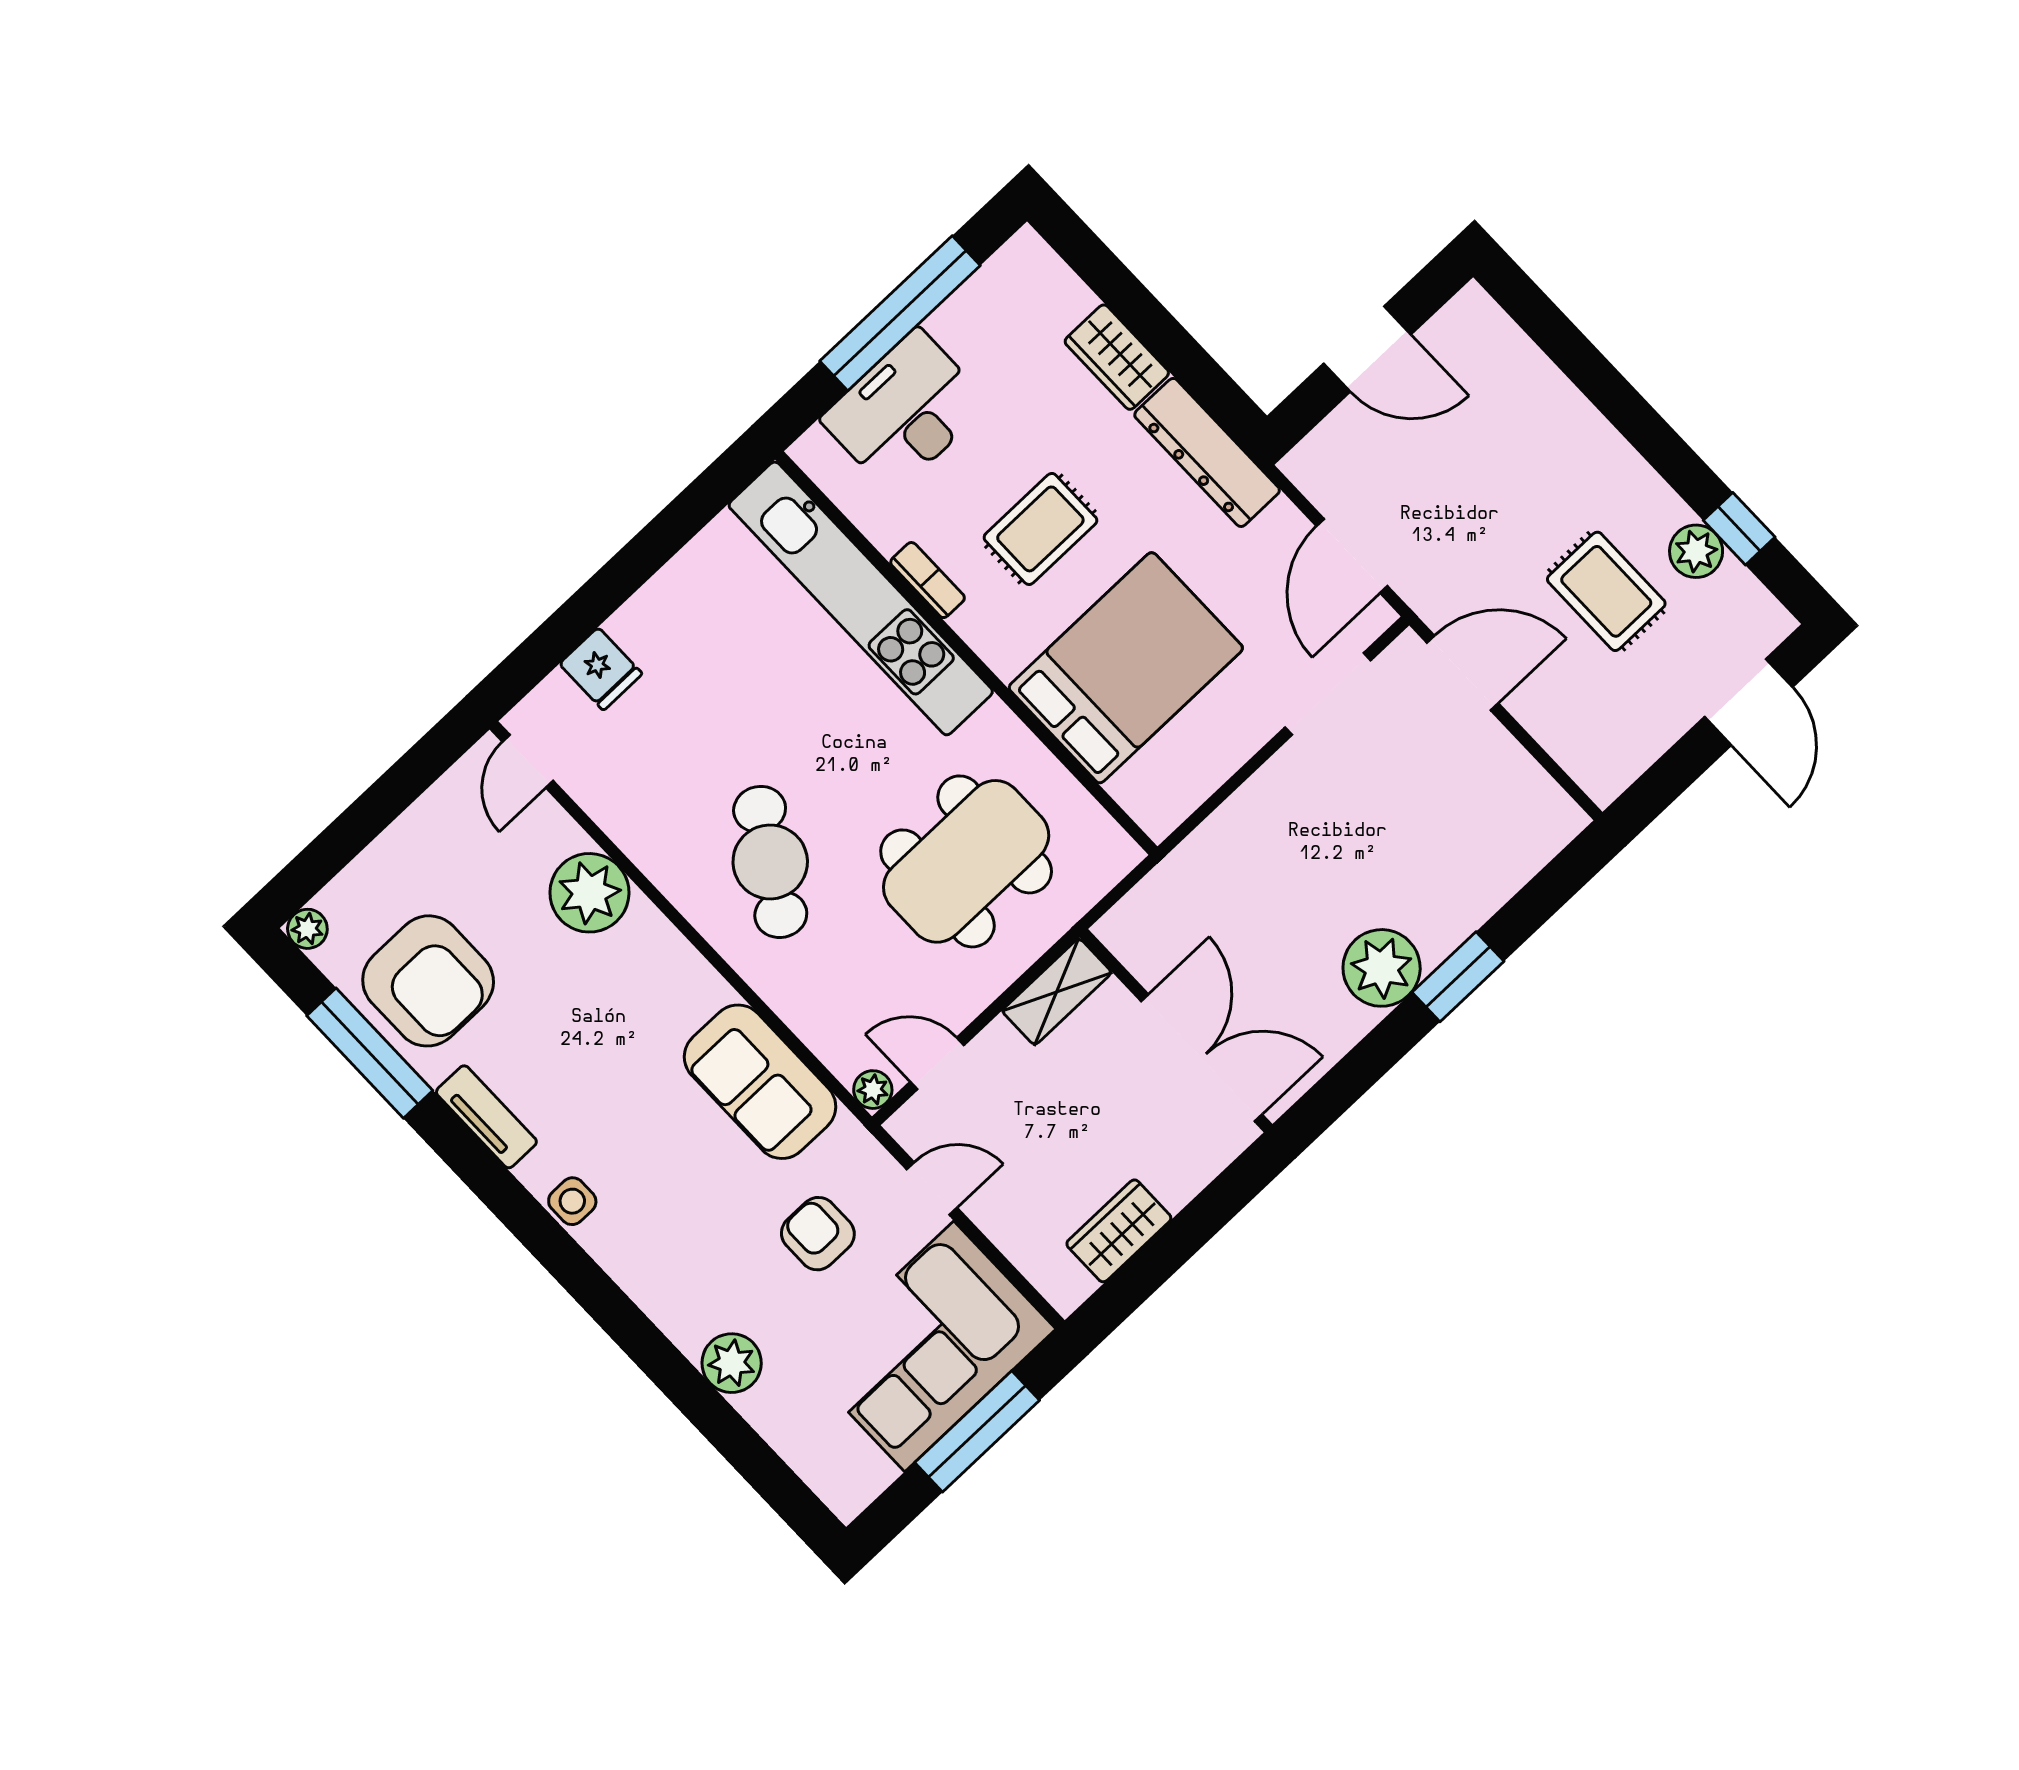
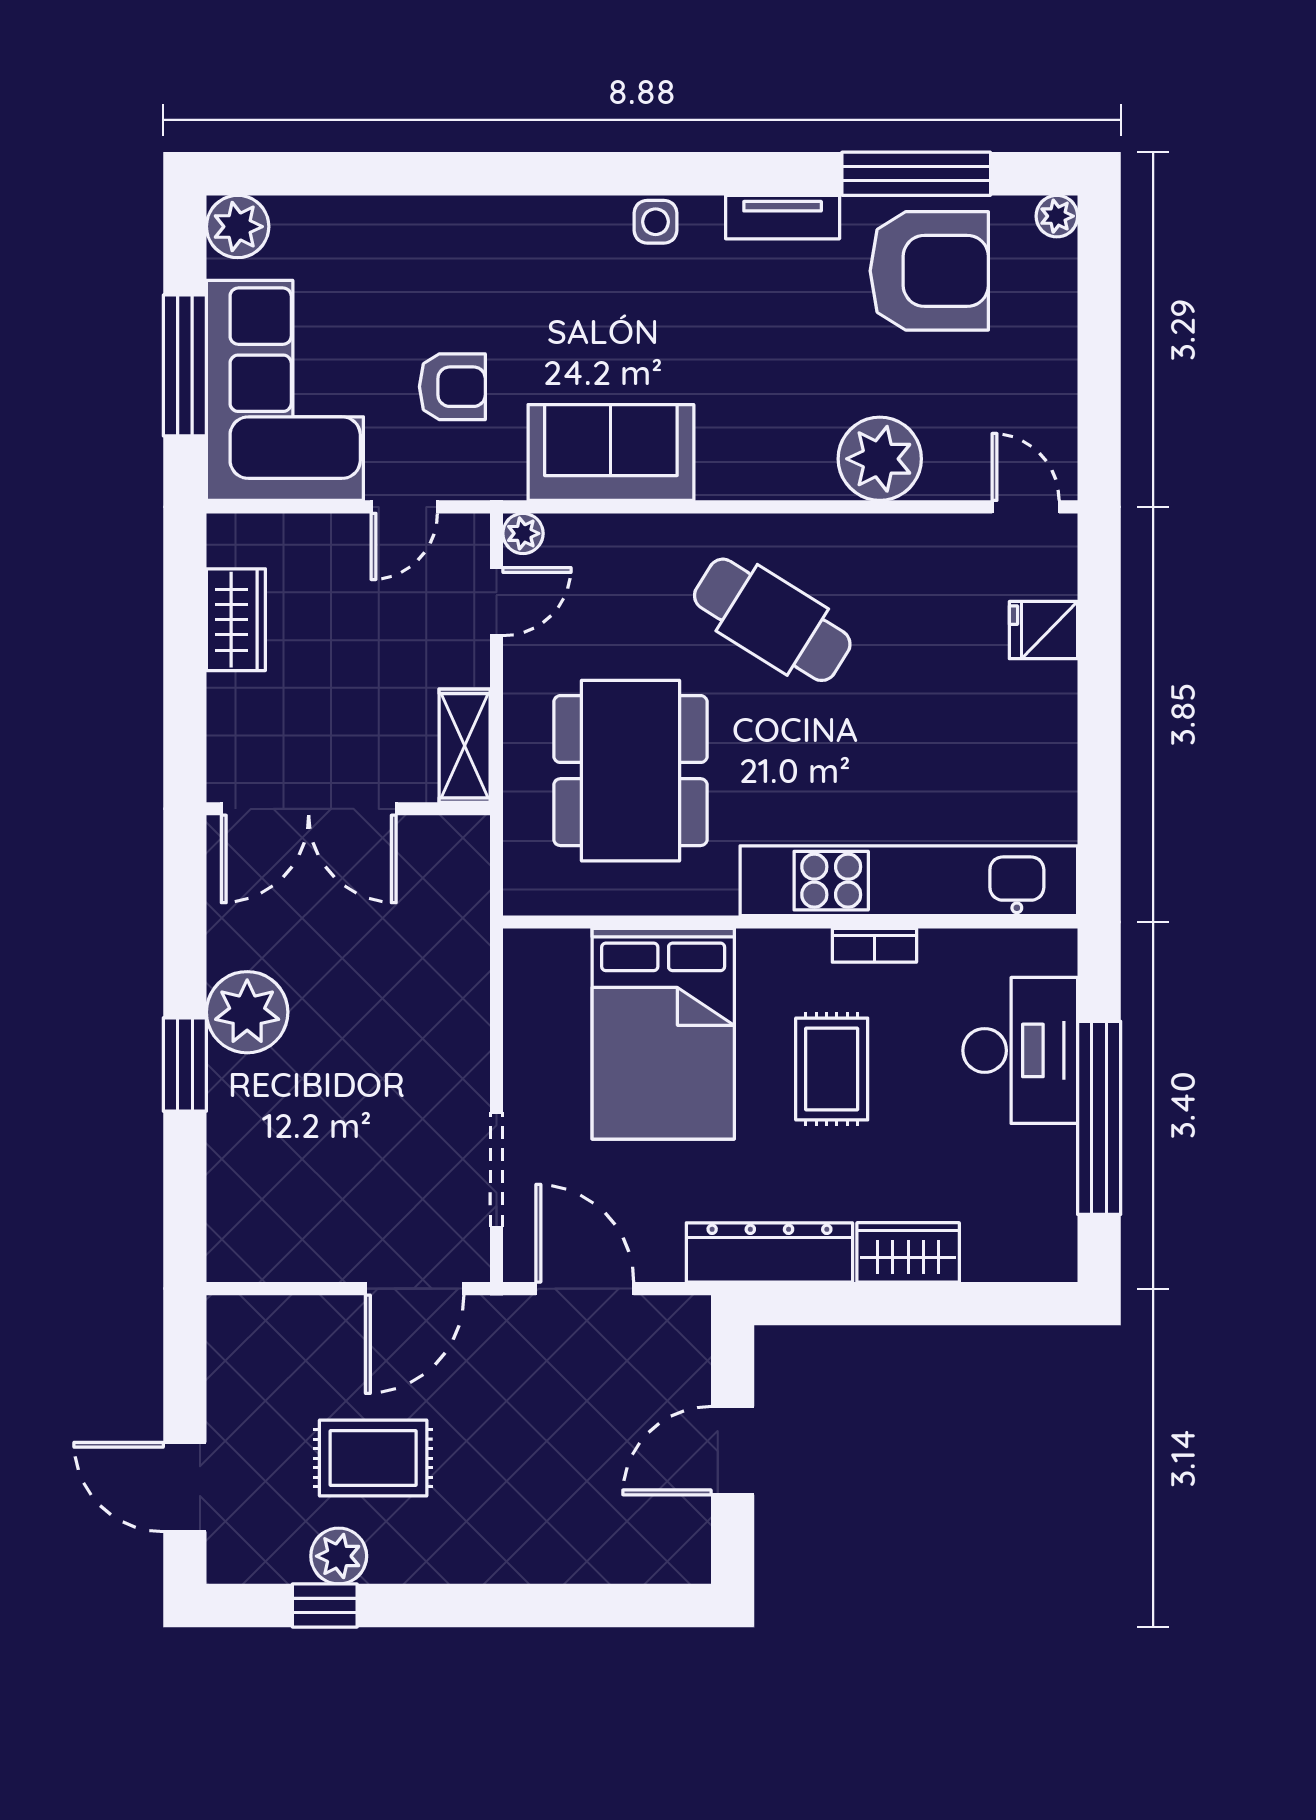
armchair: (428, 981) -> (929, 271), turned 180
plant: (732, 1363) -> (238, 227), moved

